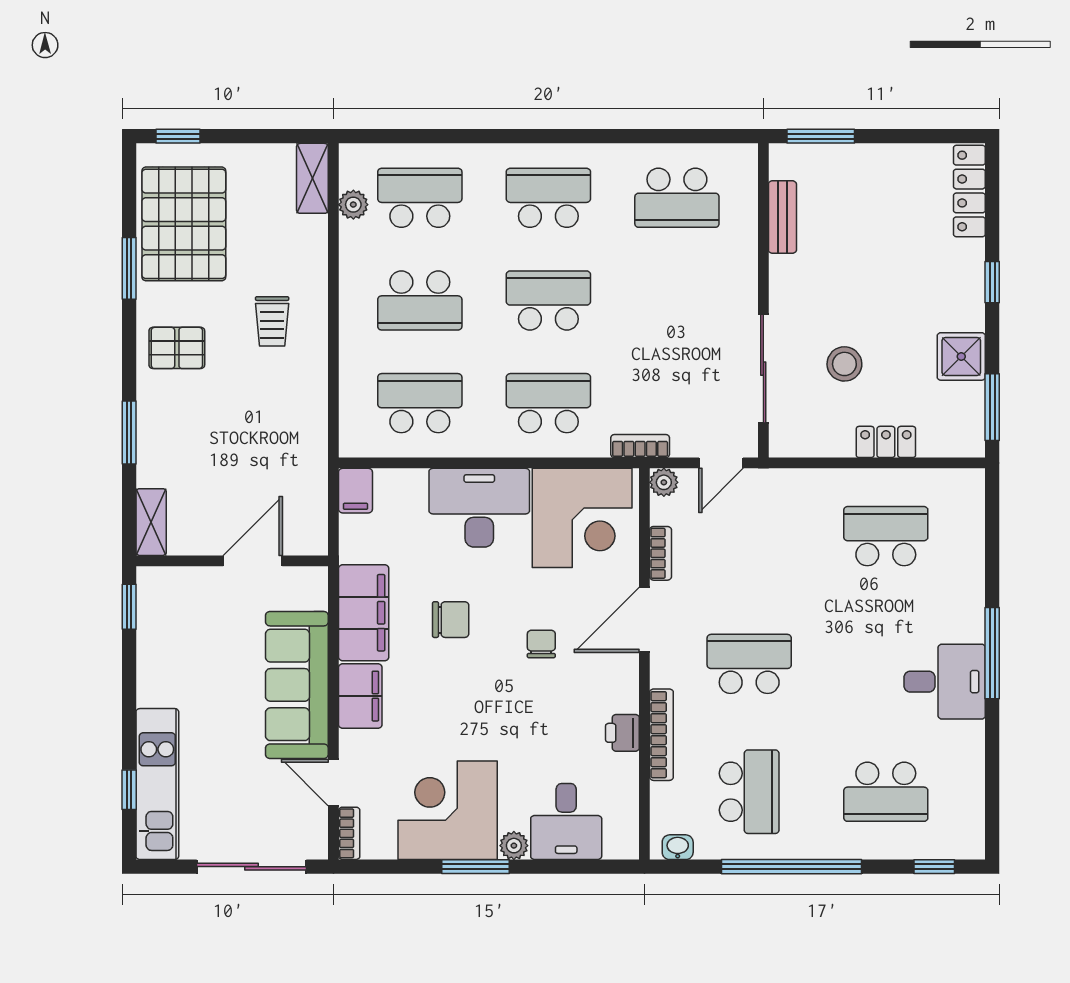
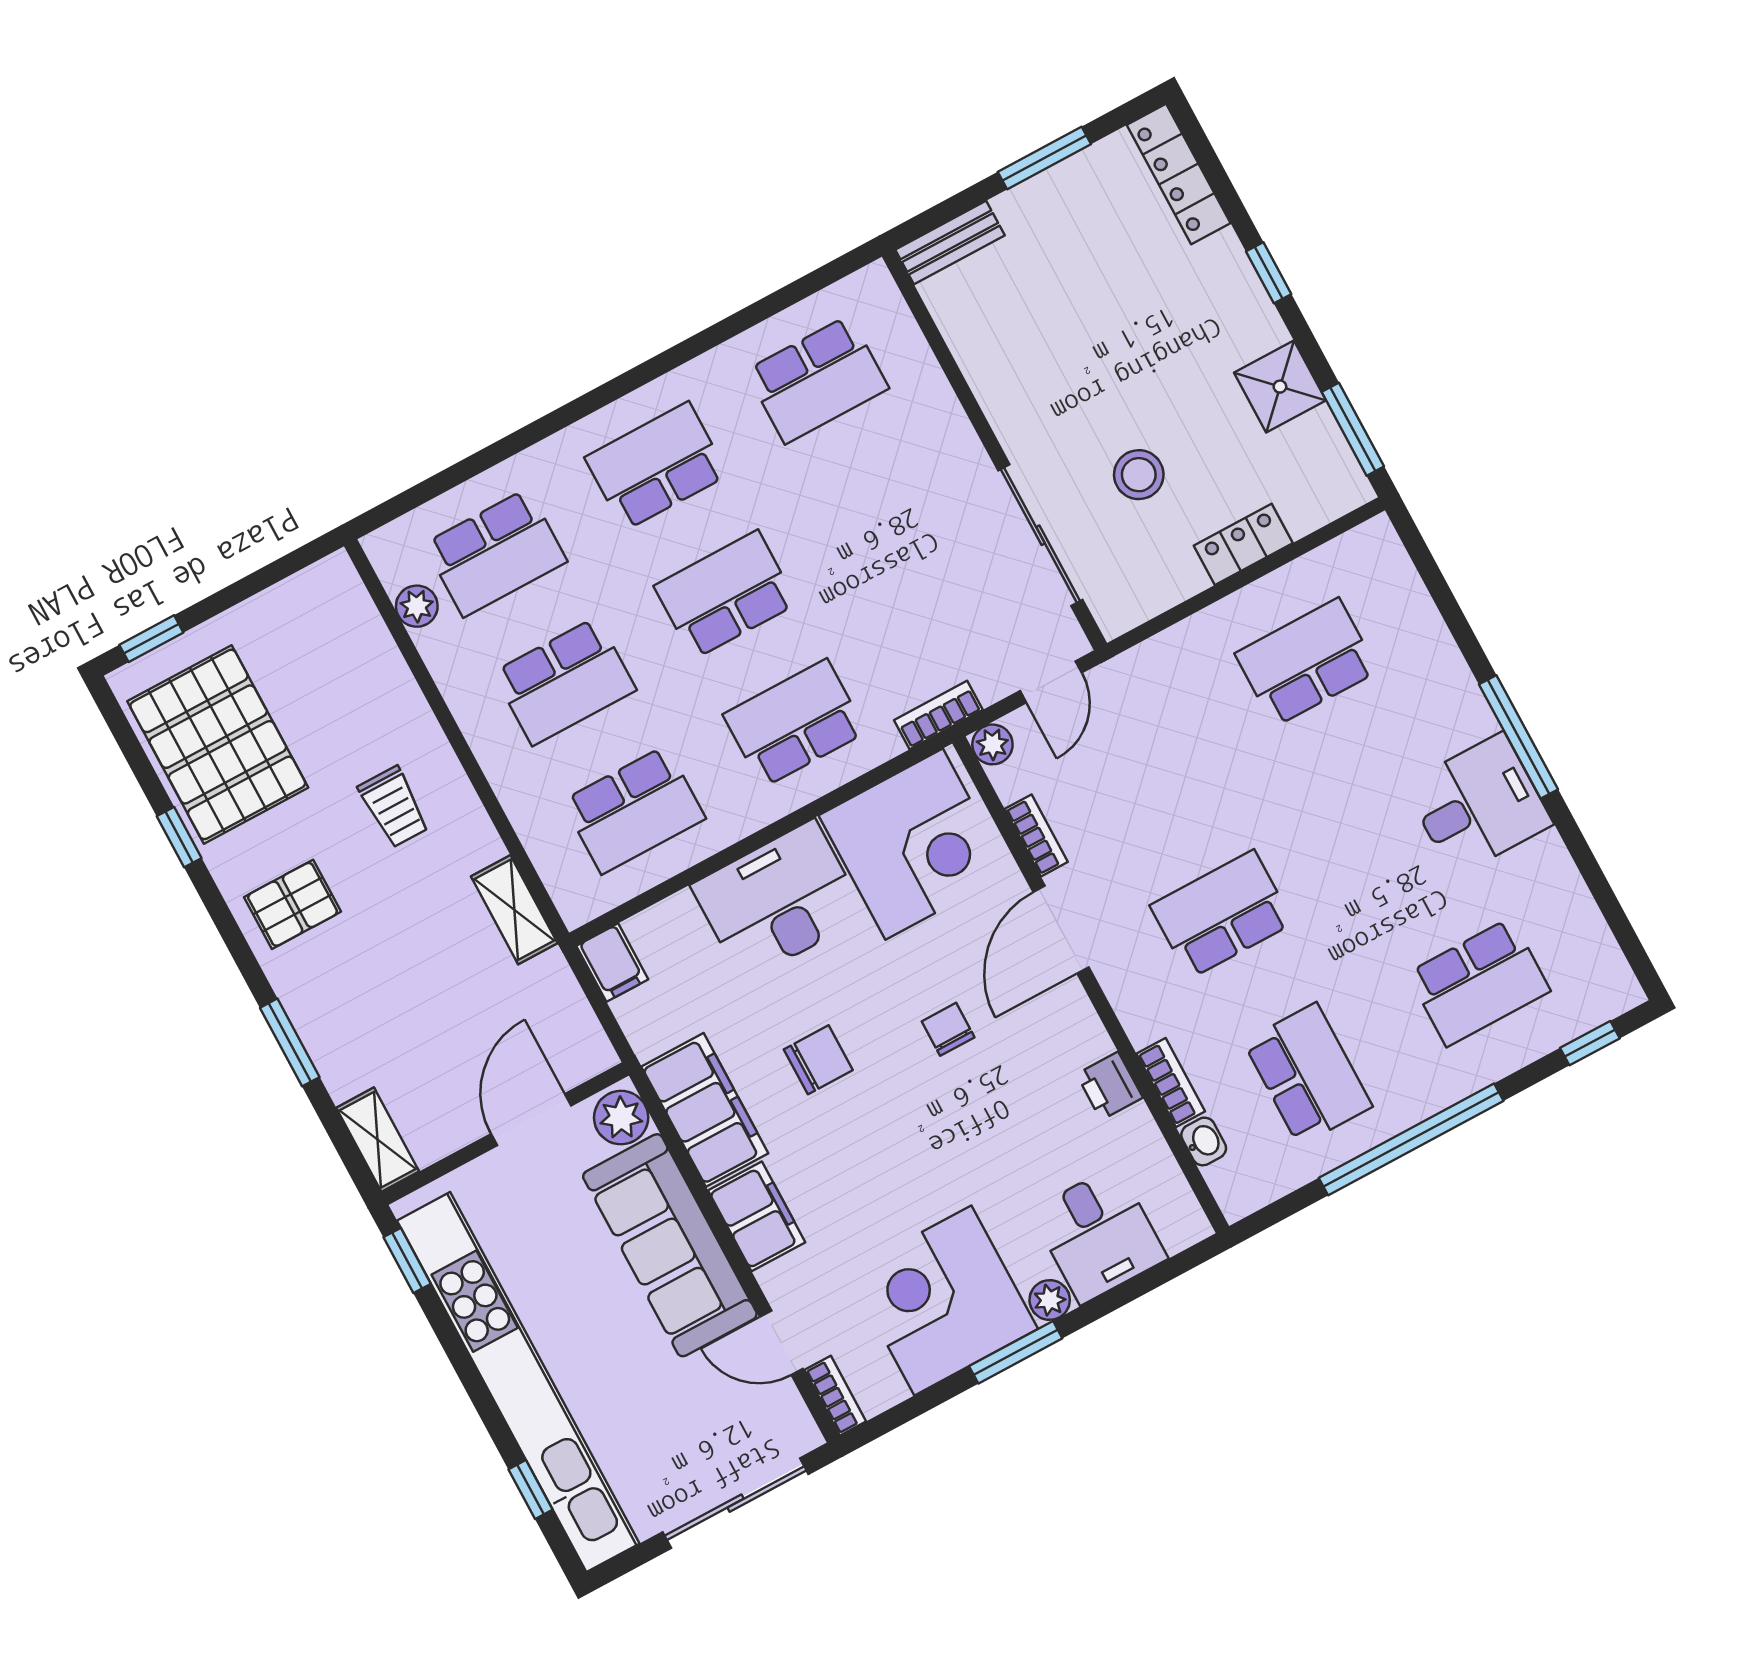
window: (821, 136) -> (1044, 158), moved
shelving: (312, 178) -> (514, 910), moved
school desk: (420, 198) -> (495, 553), turned 180
bench: (782, 217) -> (950, 242), moved, turned 90
window: (129, 268) -> (179, 837), width x0.67
school desk: (420, 403) -> (634, 810), turned 180
plant: (309, 590) -> (621, 1118), added
bookcase: (661, 735) -> (1171, 1082), width x0.64
kitchen unit: (157, 784) -> (518, 1382), width x1.86
washbasin: (678, 847) -> (1204, 1141), moved, turned 90

